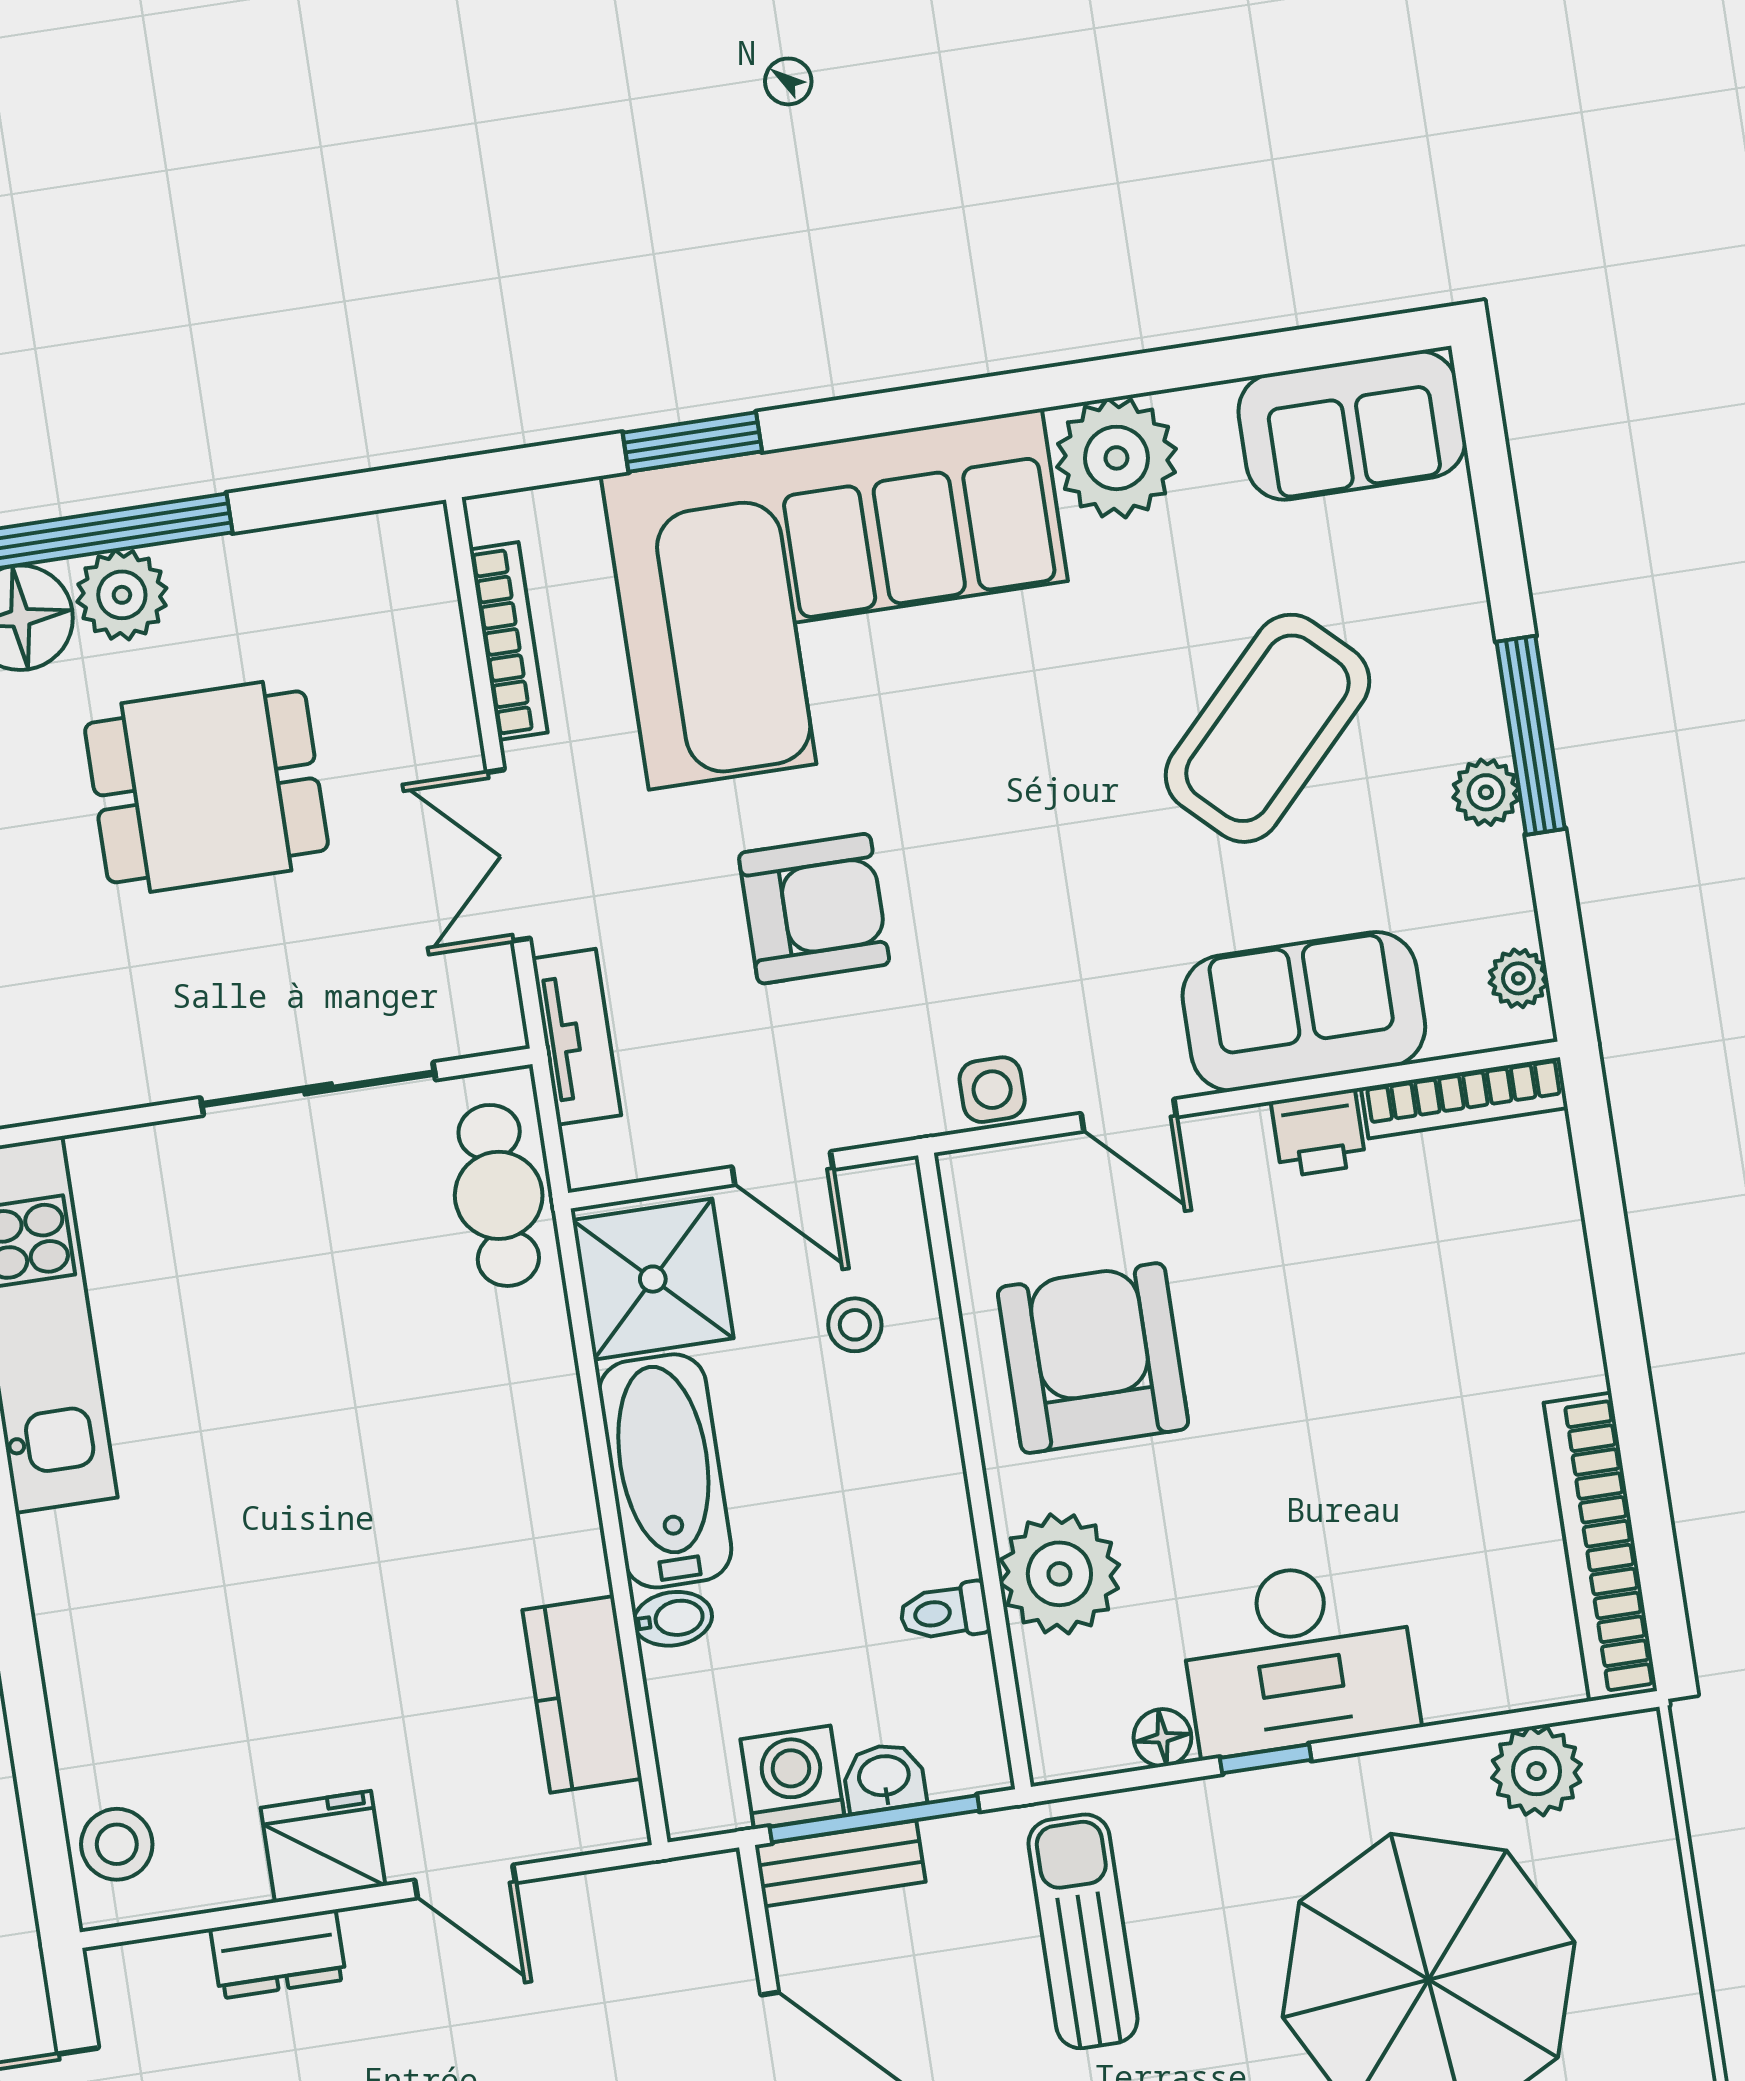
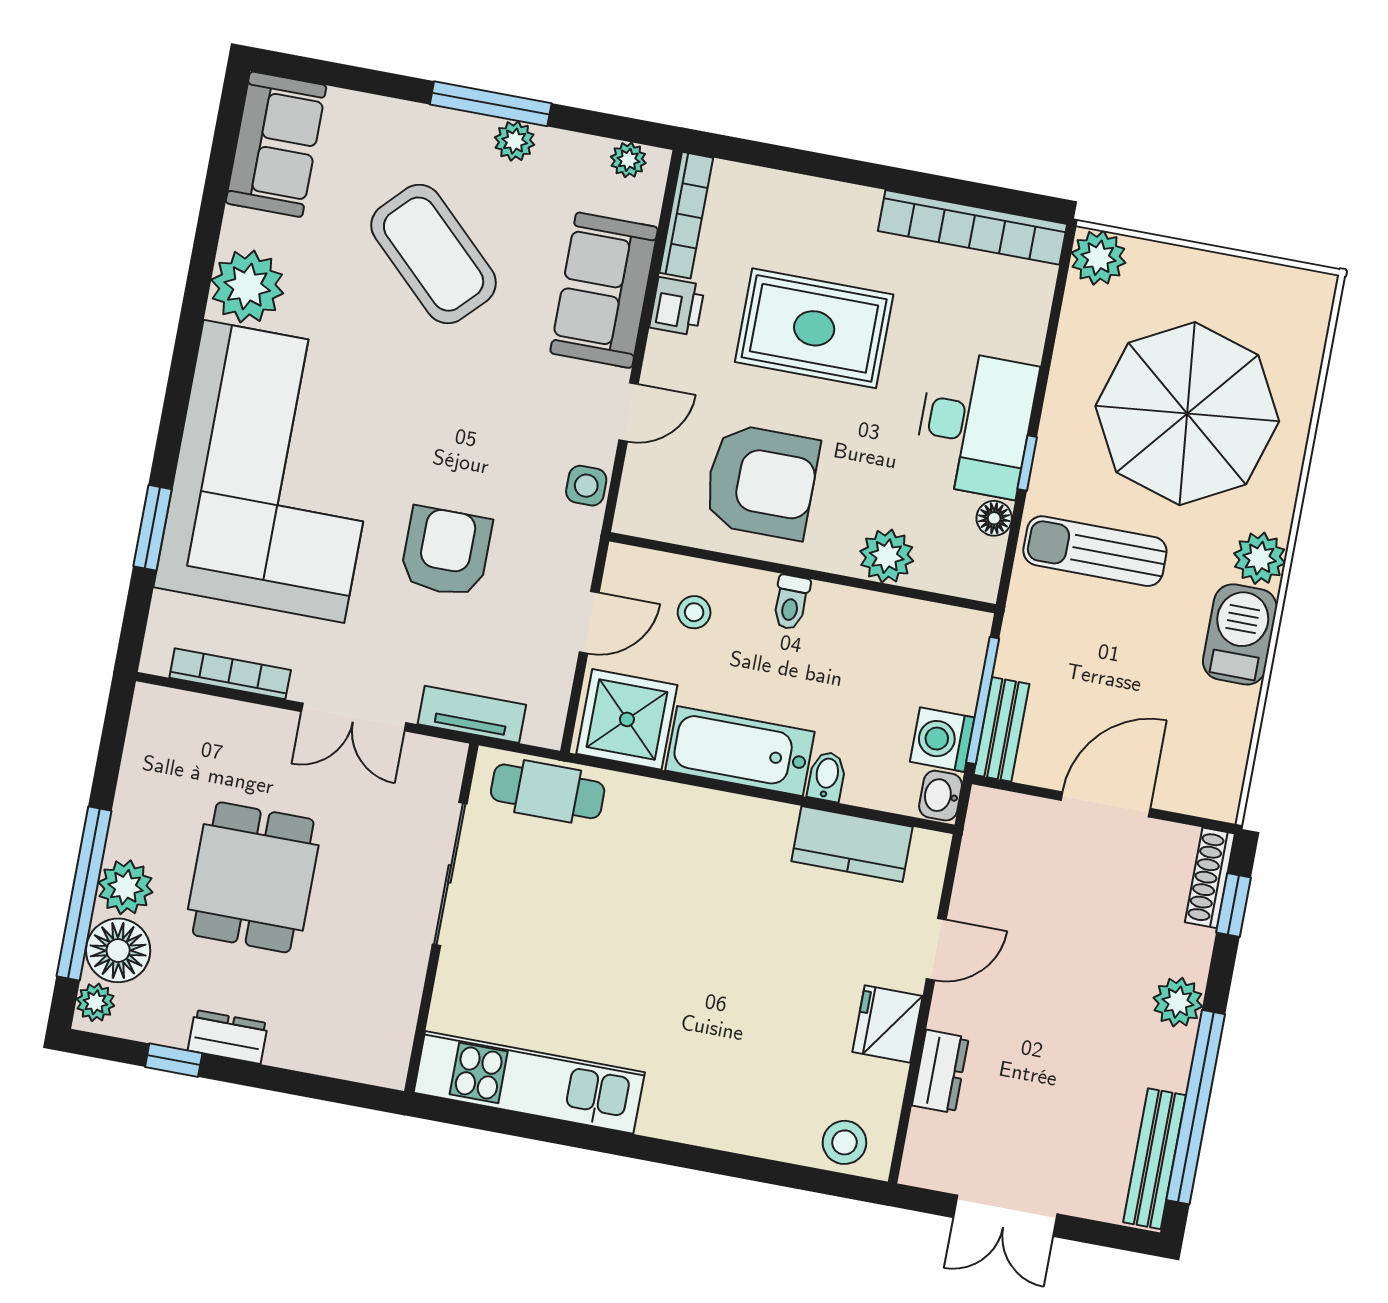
rug: (1359, 1357) -> (814, 328), added
armchair: (1093, 1358) -> (761, 482), turned 180
plant: (1059, 1574) -> (887, 556), width x0.73, depth x0.73
toilet: (944, 1612) -> (791, 602), moved
plant: (1536, 1771) -> (1098, 258), moved
washbasin: (884, 1778) -> (941, 796), moved
sun lounger: (1083, 1931) -> (1095, 551), moved

